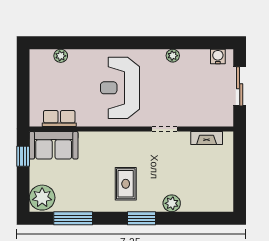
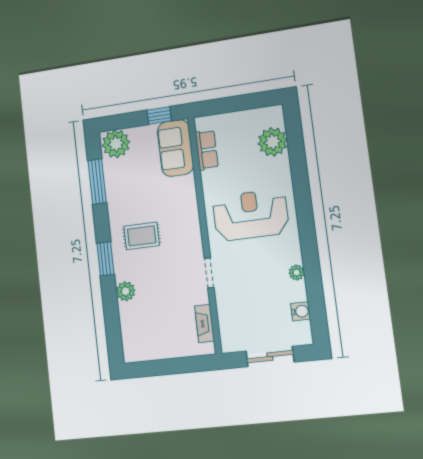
plant: (61, 56) -> (273, 142), width x1.87, depth x1.87
water cooler: (218, 56) -> (301, 311), moved

